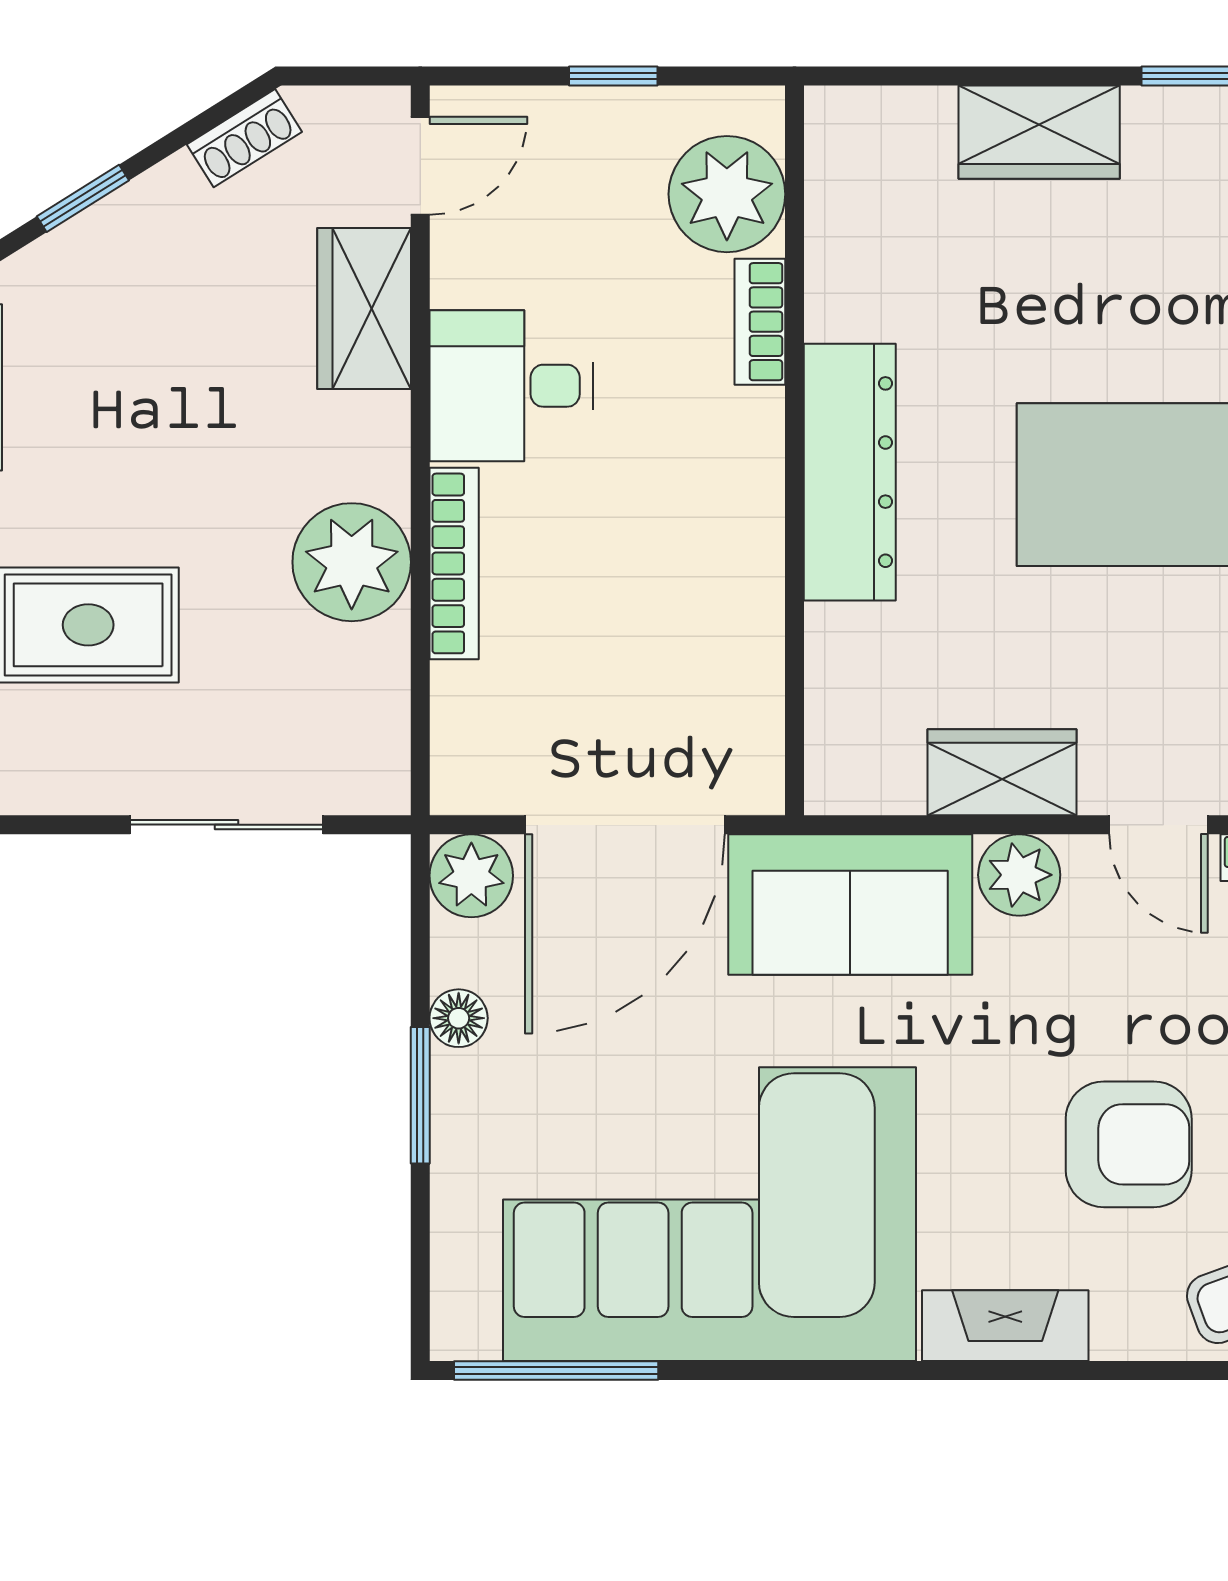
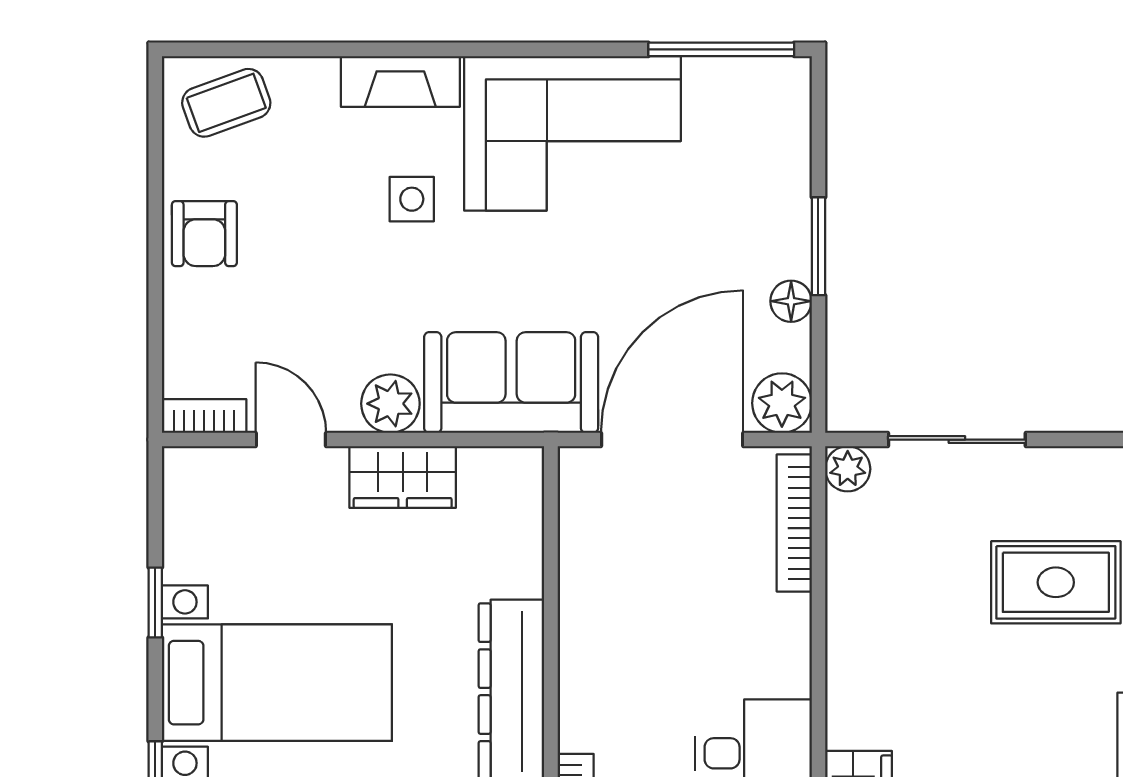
plant: (352, 562) -> (848, 469), moved, width x0.53, depth x0.53
bookcase: (454, 563) -> (794, 523), moved
armchair: (1129, 1144) -> (312, 211), removed
side table: (989, 1161) -> (412, 199), added
corner sofa: (709, 1214) -> (573, 133), width x0.73, depth x0.74

